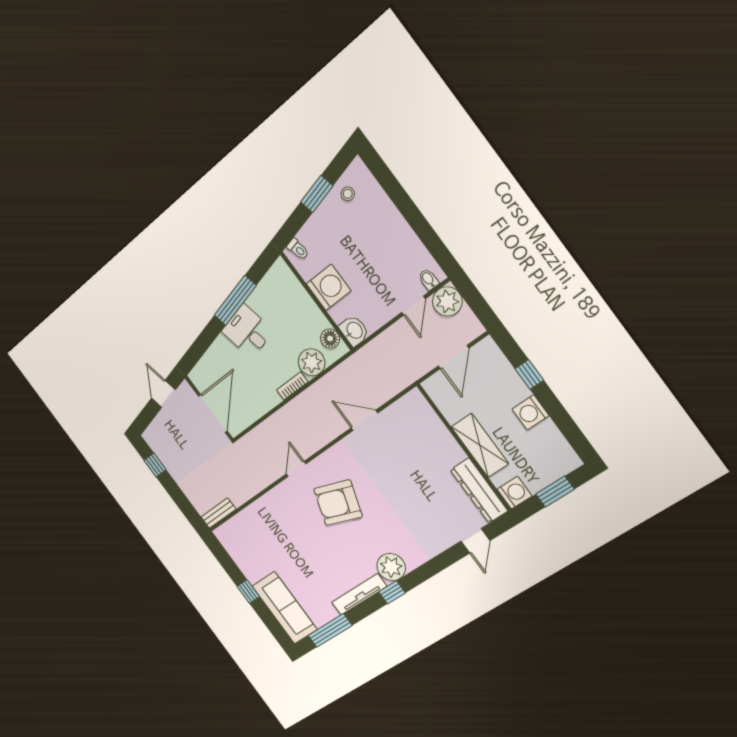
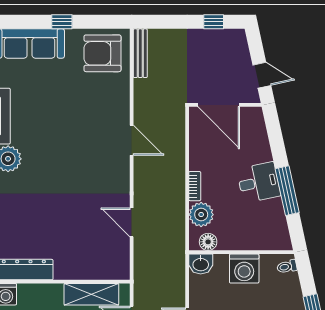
door: (364, 420) -> (132, 222), swing flipped
shelving: (480, 445) -> (91, 294), moved
door: (296, 469) -> (132, 140), width x1.38
armchair: (338, 503) -> (103, 53), moved, turned -109
bench: (218, 513) -> (140, 53), width x1.36

